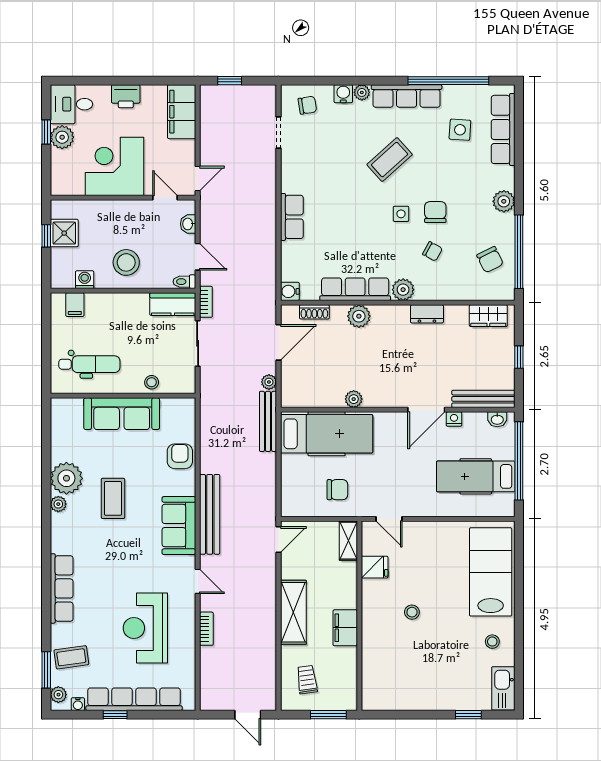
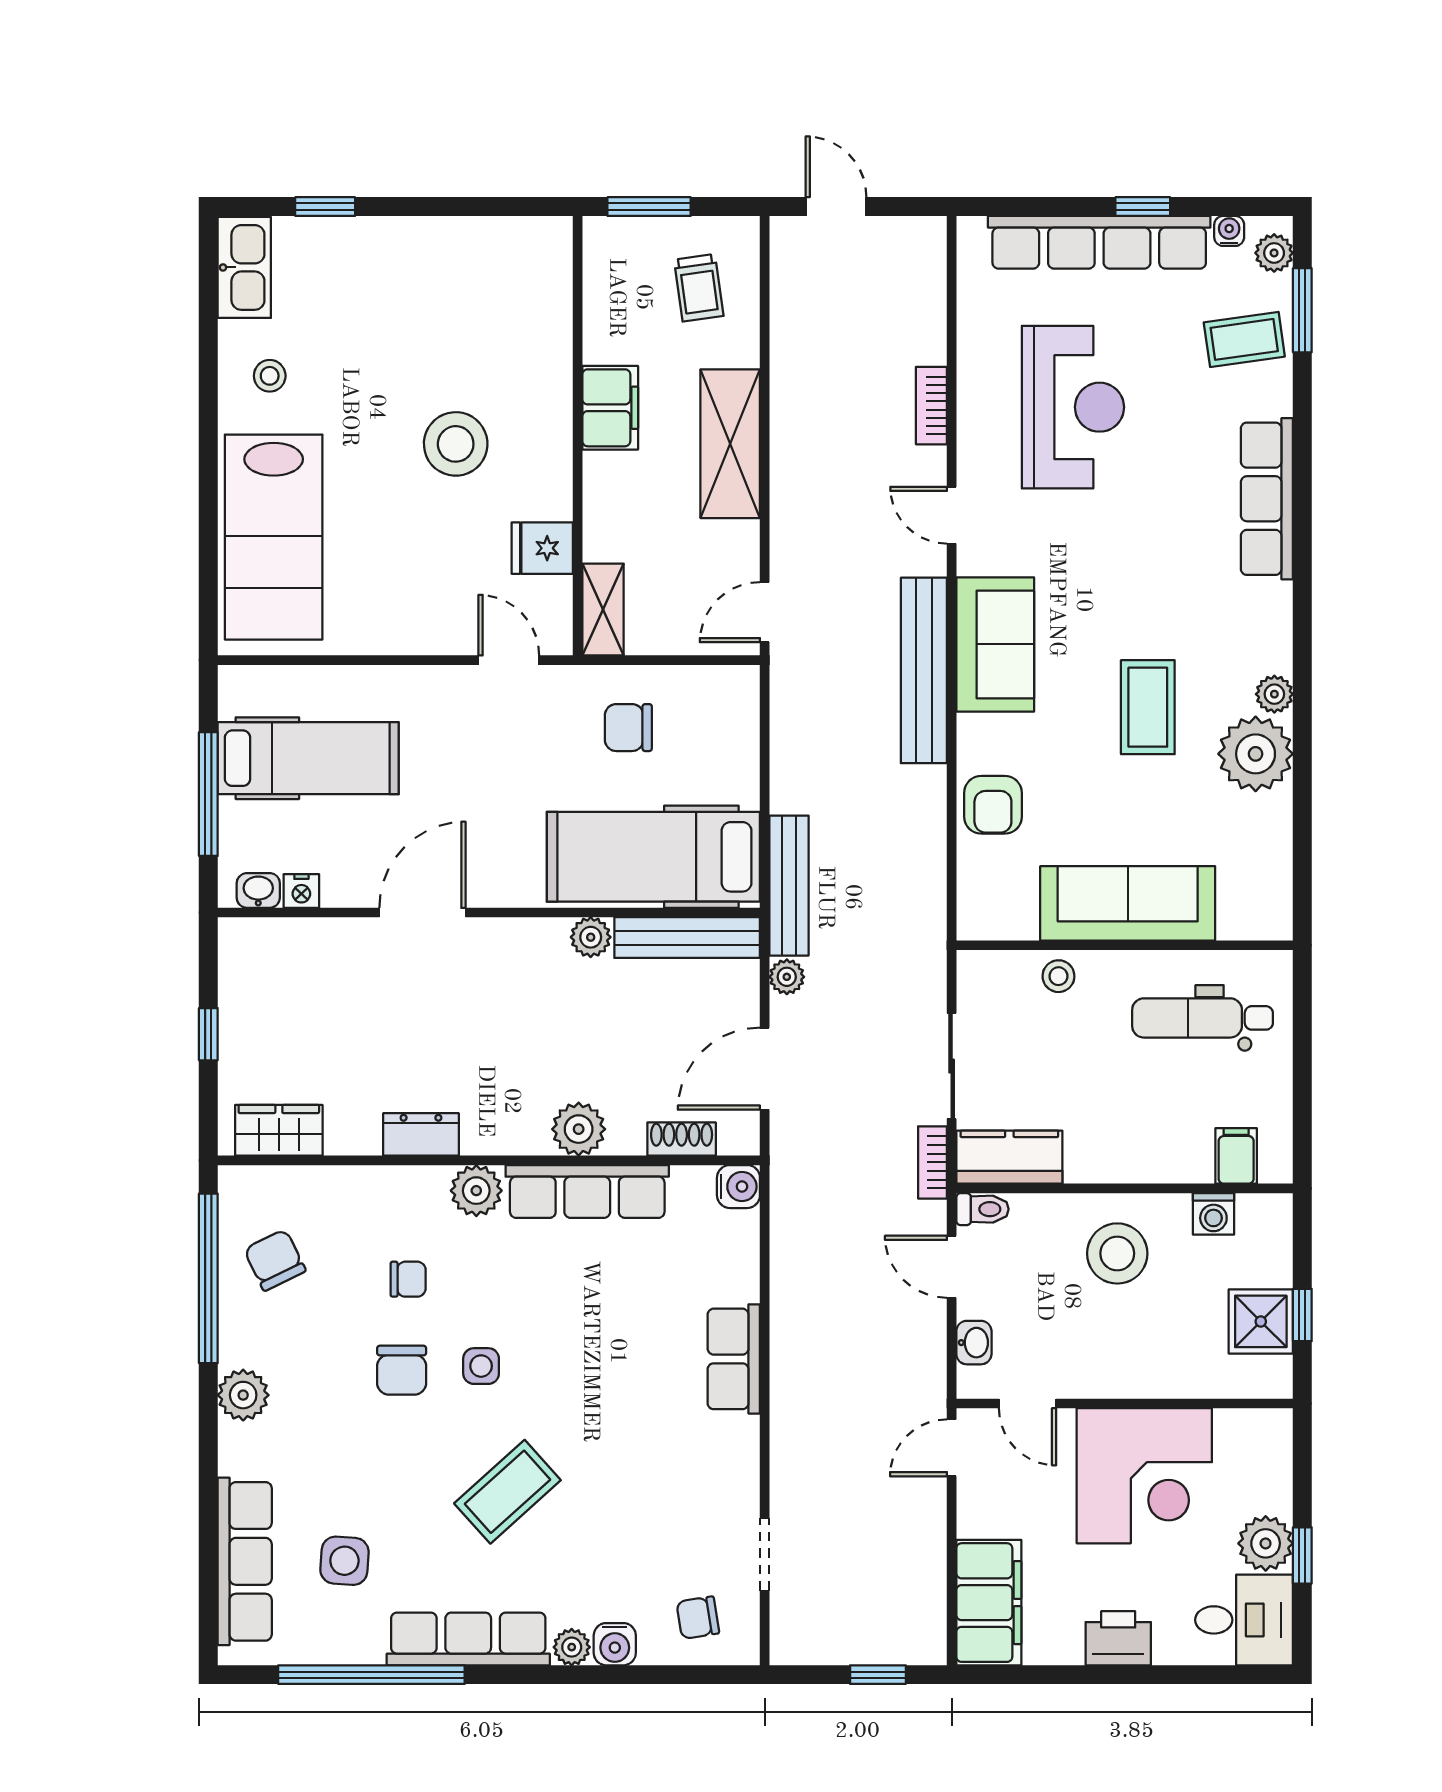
chair: (432, 251) -> (408, 1279), turned 151
bench: (483, 399) -> (687, 938), moved
nightstand: (454, 419) -> (301, 891), moved
window: (519, 461) -> (208, 794), width x0.68
stool: (412, 612) -> (456, 444), width x1.89, depth x1.89

